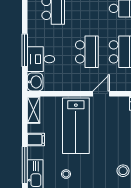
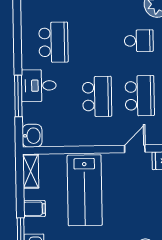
desk: (41, 59) -> (39, 86), moved
door: (101, 94) -> (135, 149), moved

